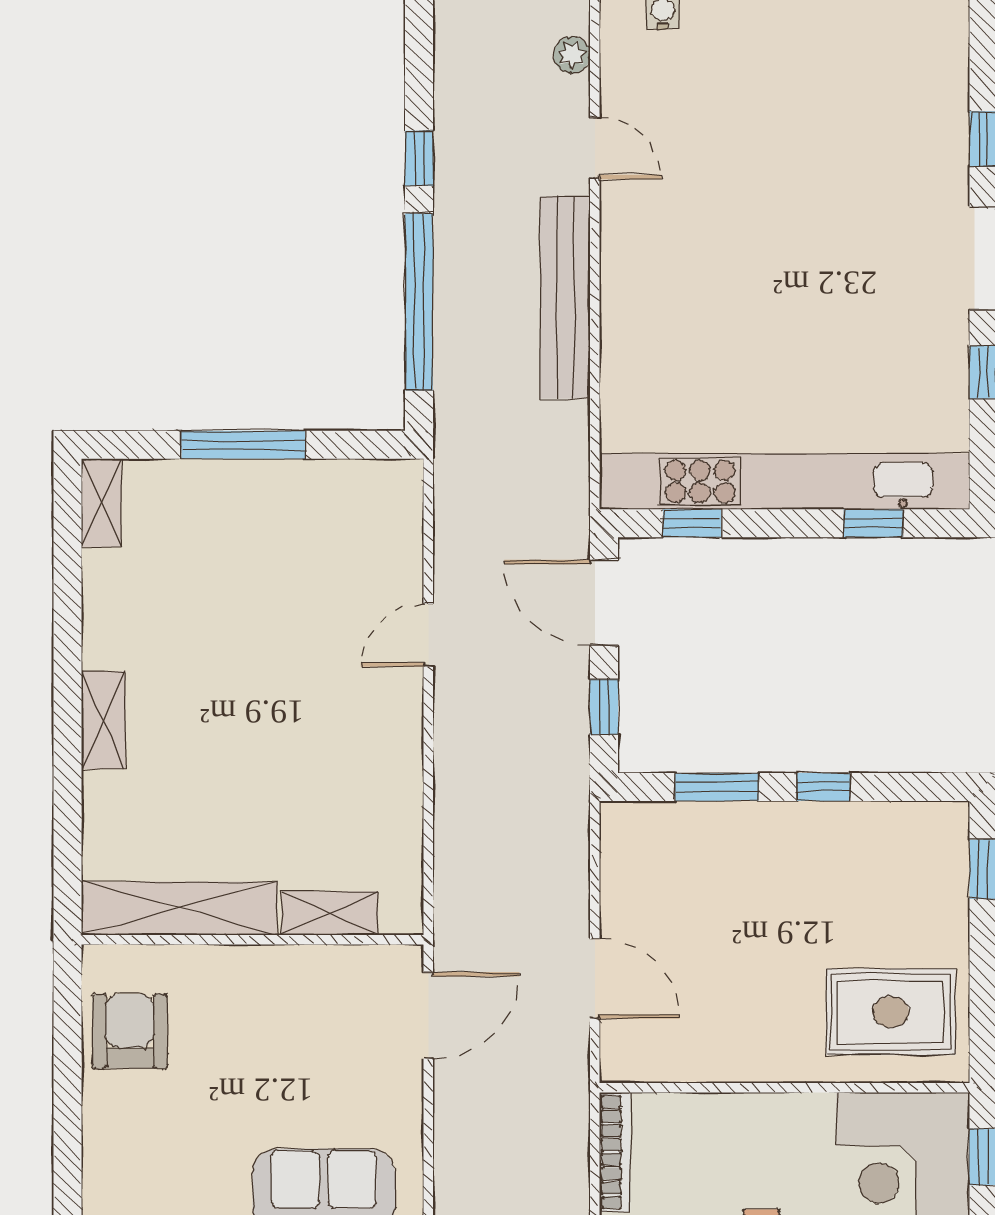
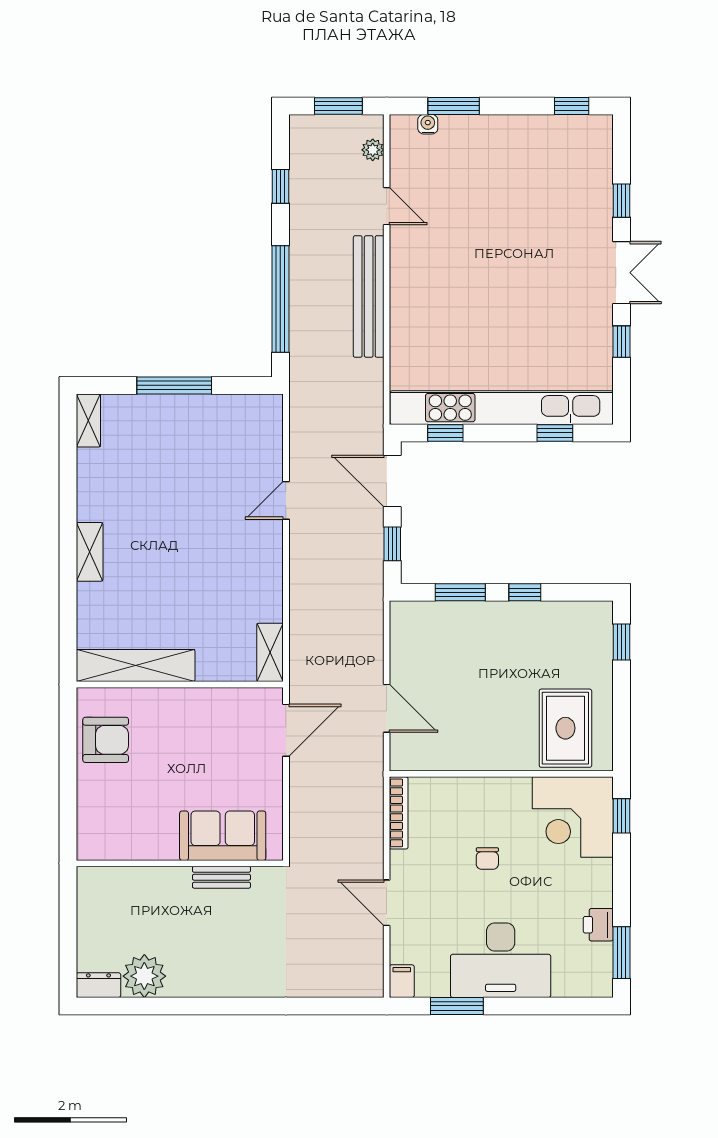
window: (419, 158) -> (280, 186), moved
shelving: (330, 913) -> (270, 652), moved, turned 90
rug: (891, 1012) -> (565, 728), turned 90
armchair: (130, 1031) -> (106, 740), turned 90

